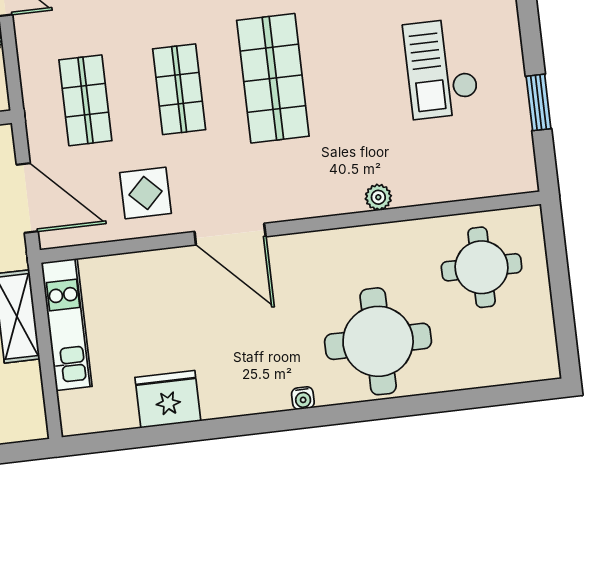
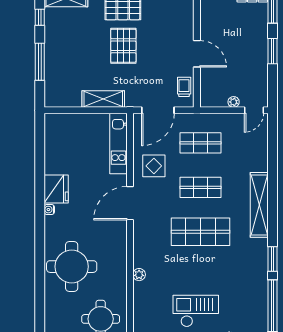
kitchen unit: (67, 325) -> (118, 144), moved, turned 90
water cooler: (303, 398) -> (49, 210), moved
fridge: (168, 399) -> (56, 189), moved

